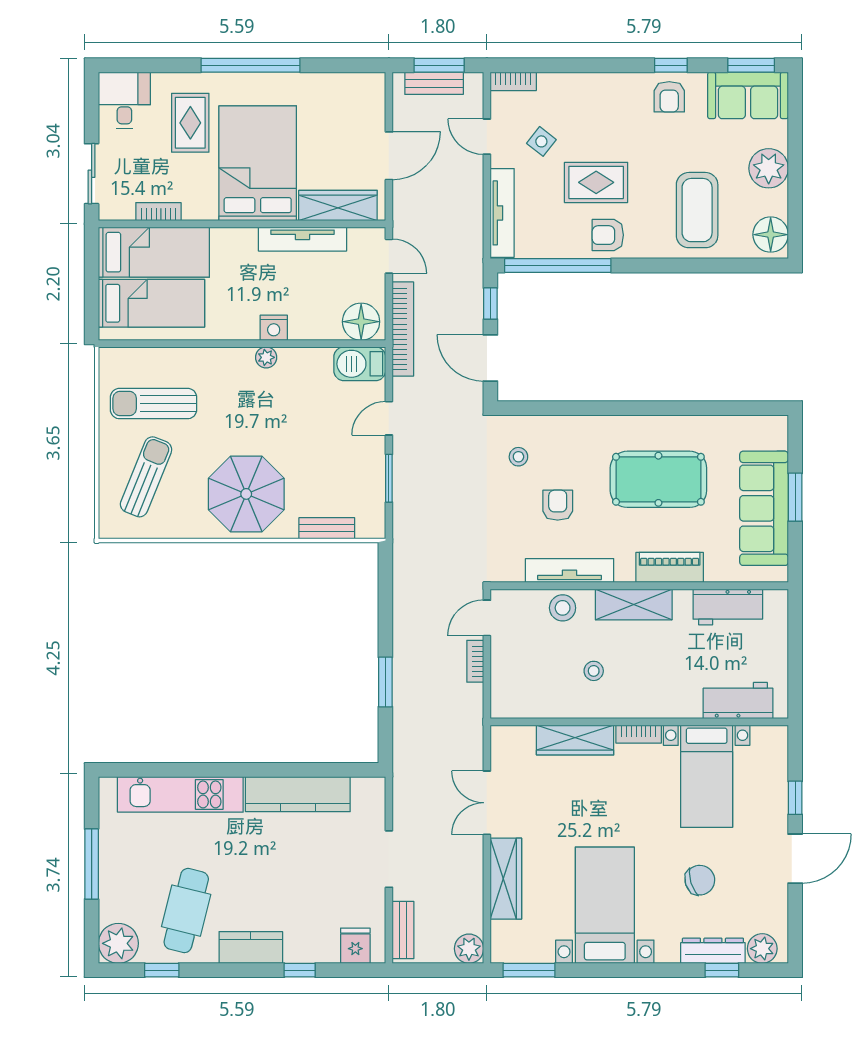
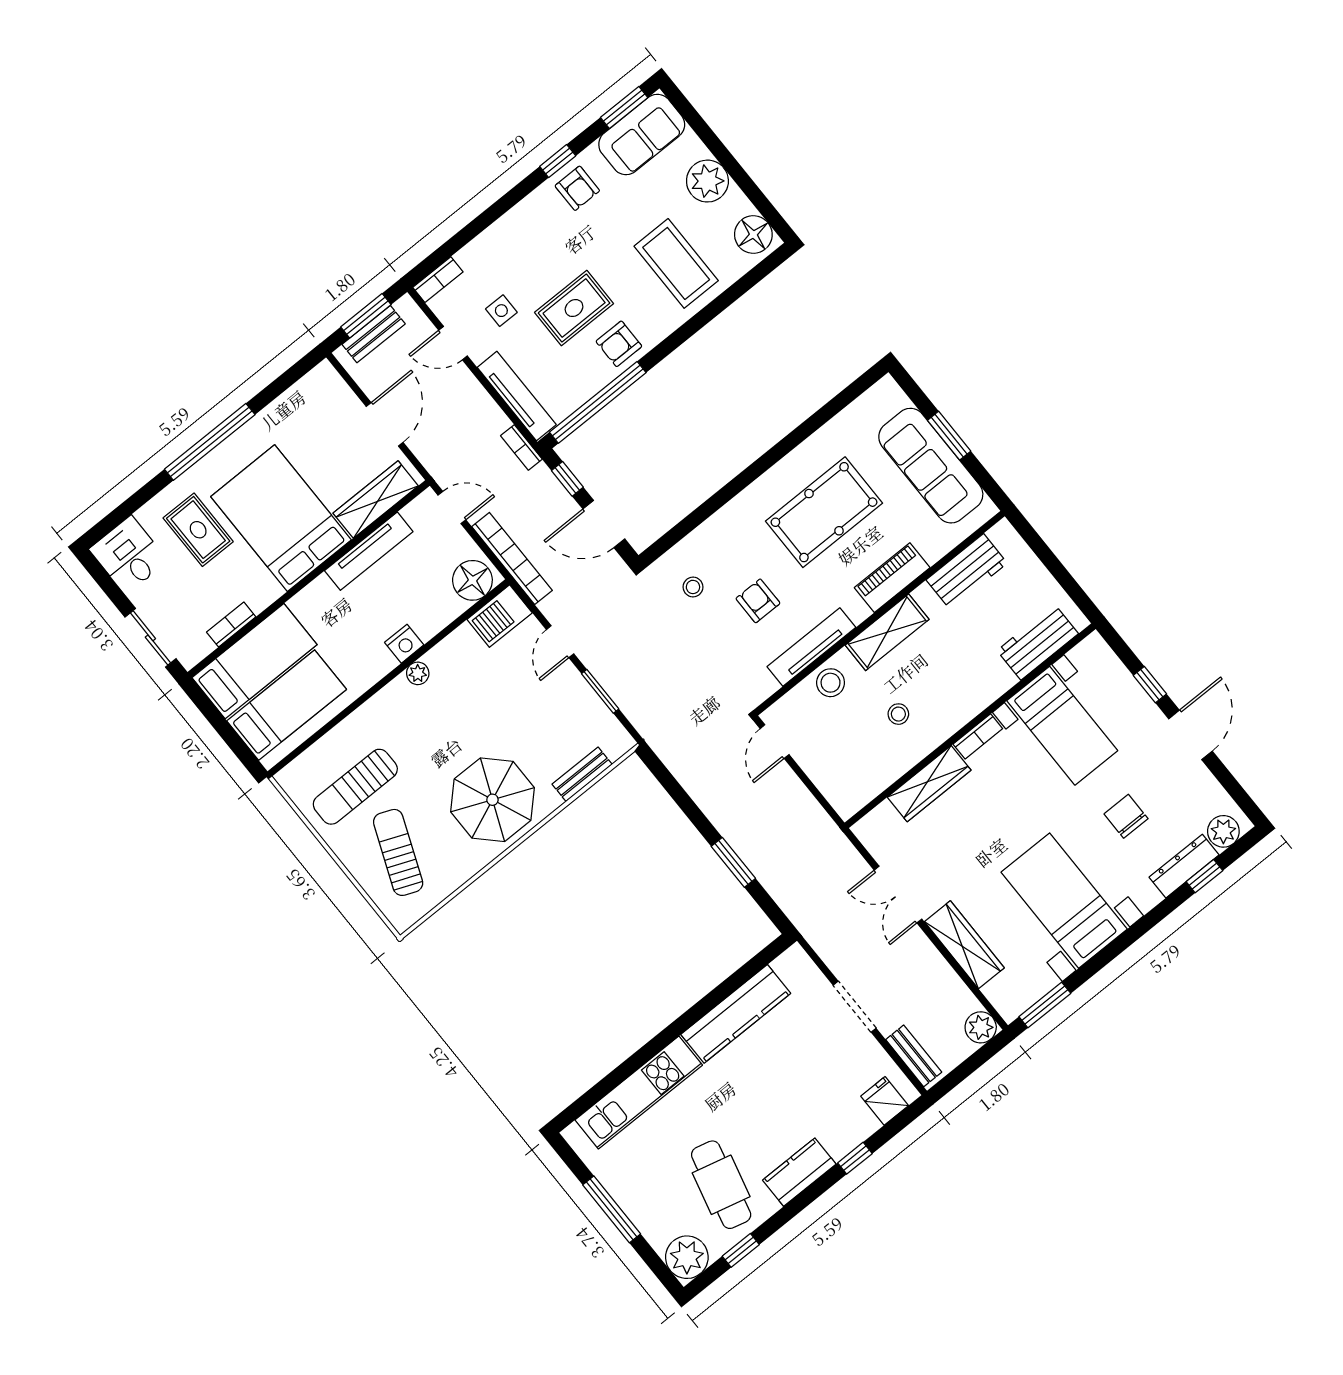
side table: (541, 141) -> (501, 311), turned -38
bookcase: (475, 661) -> (521, 447), moved
chair: (700, 880) -> (1126, 816), turned -73

